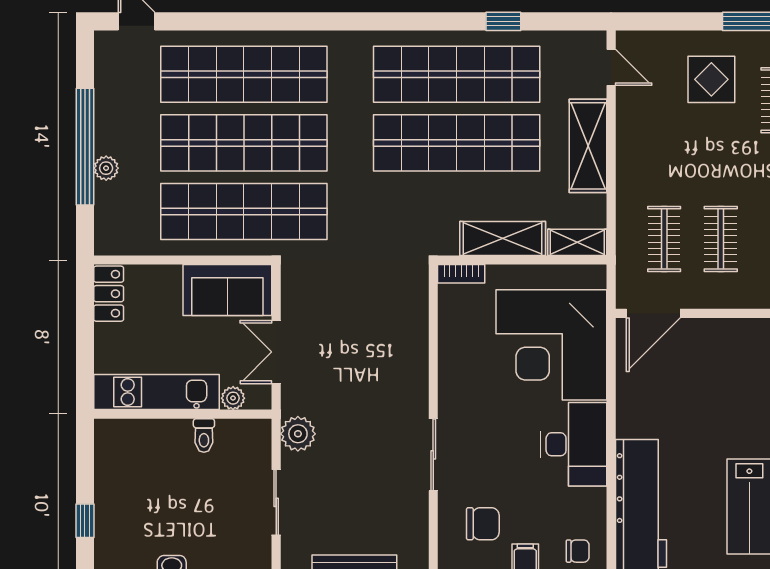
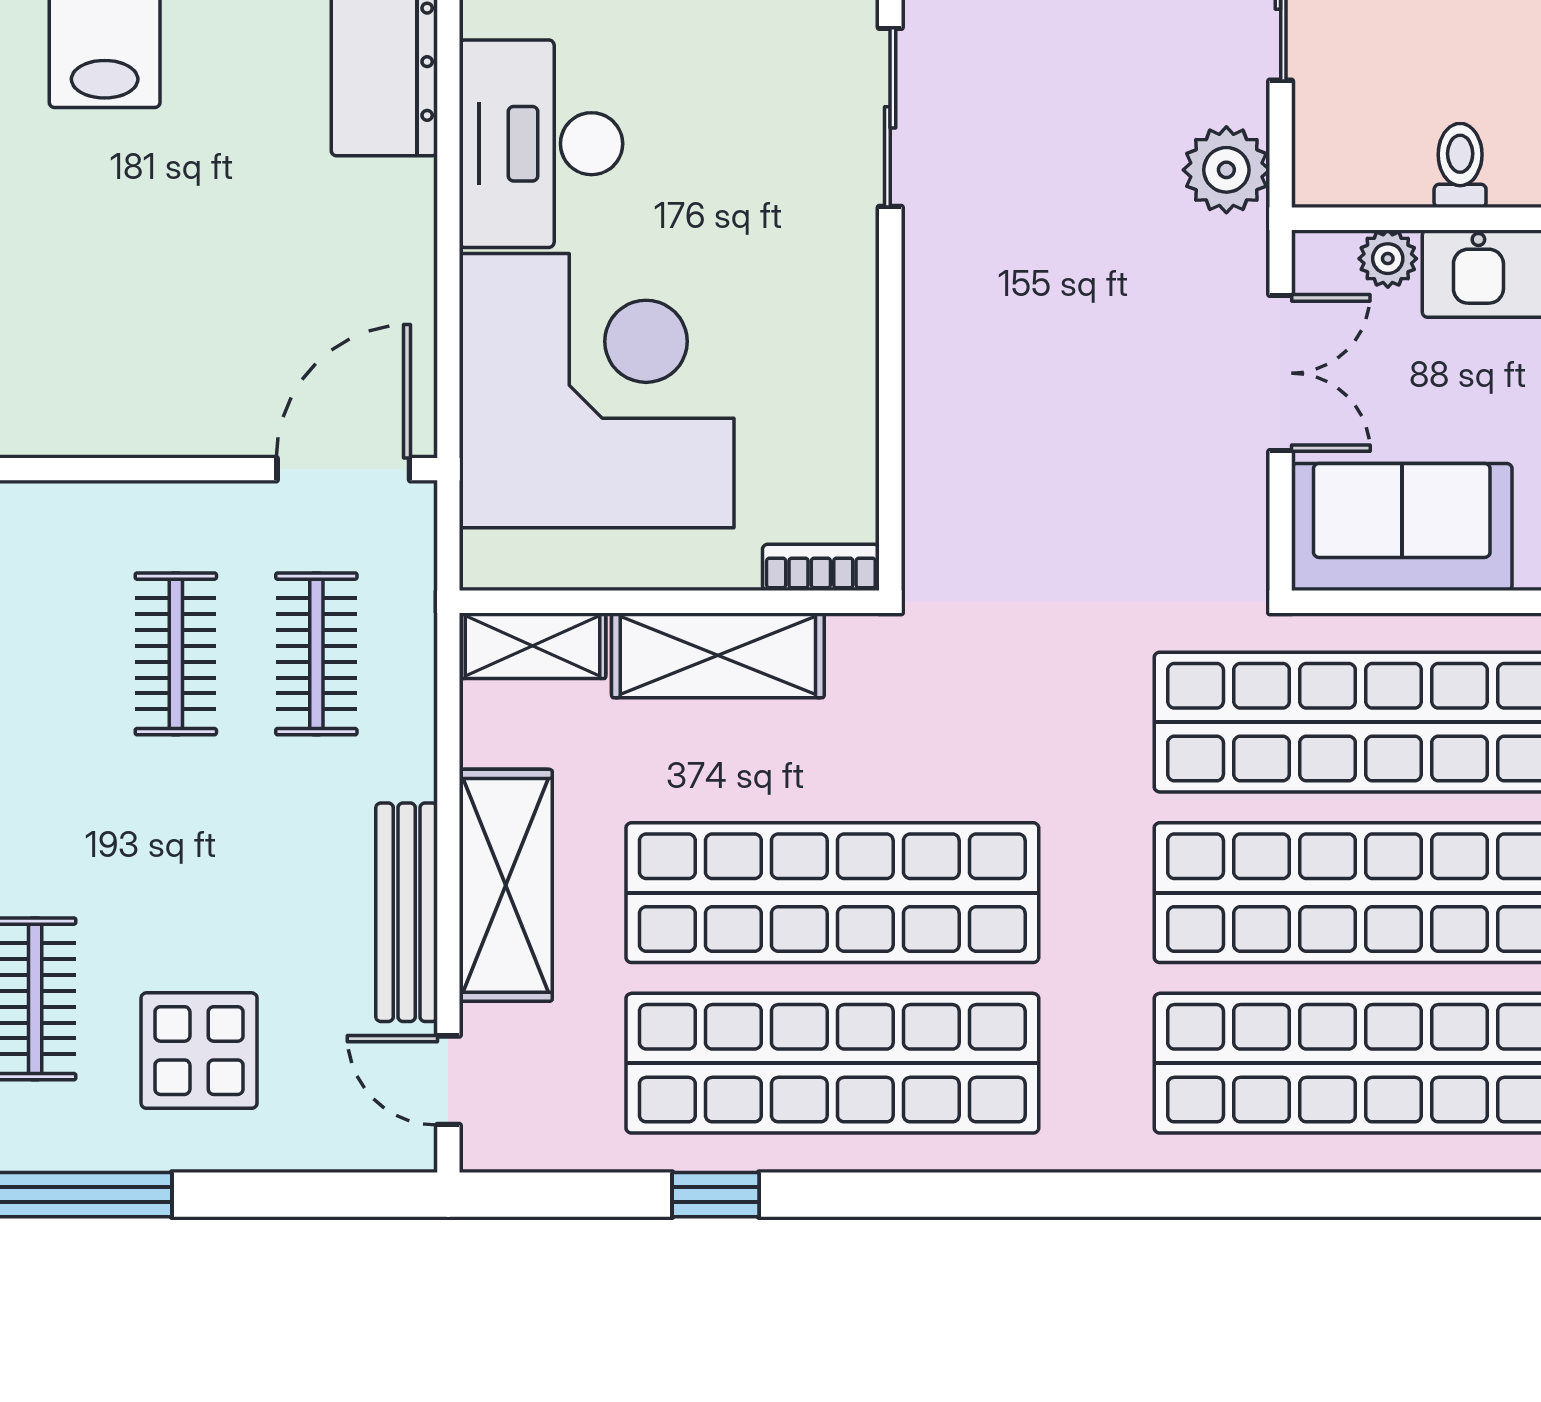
bench: (628, 135) -> (407, 912), added

